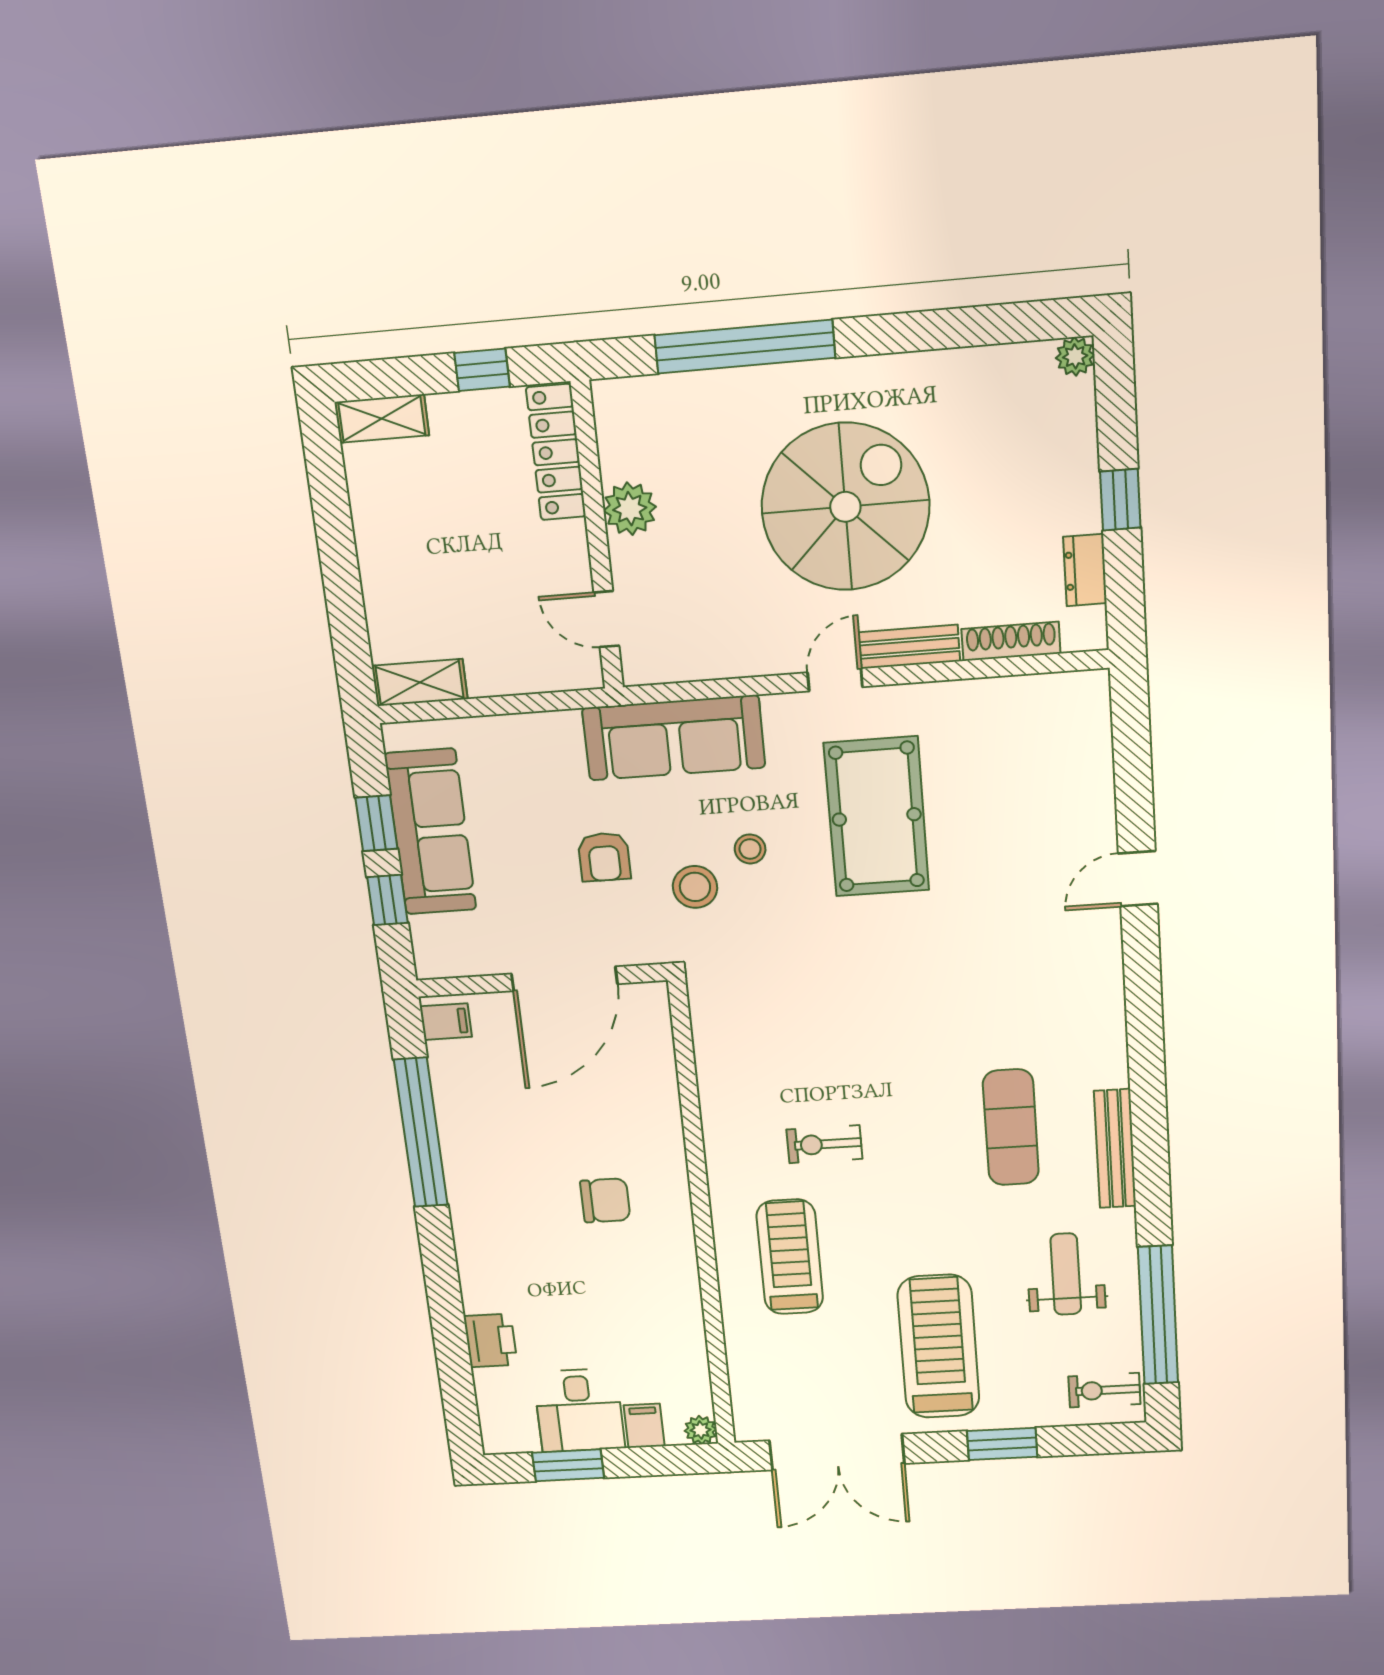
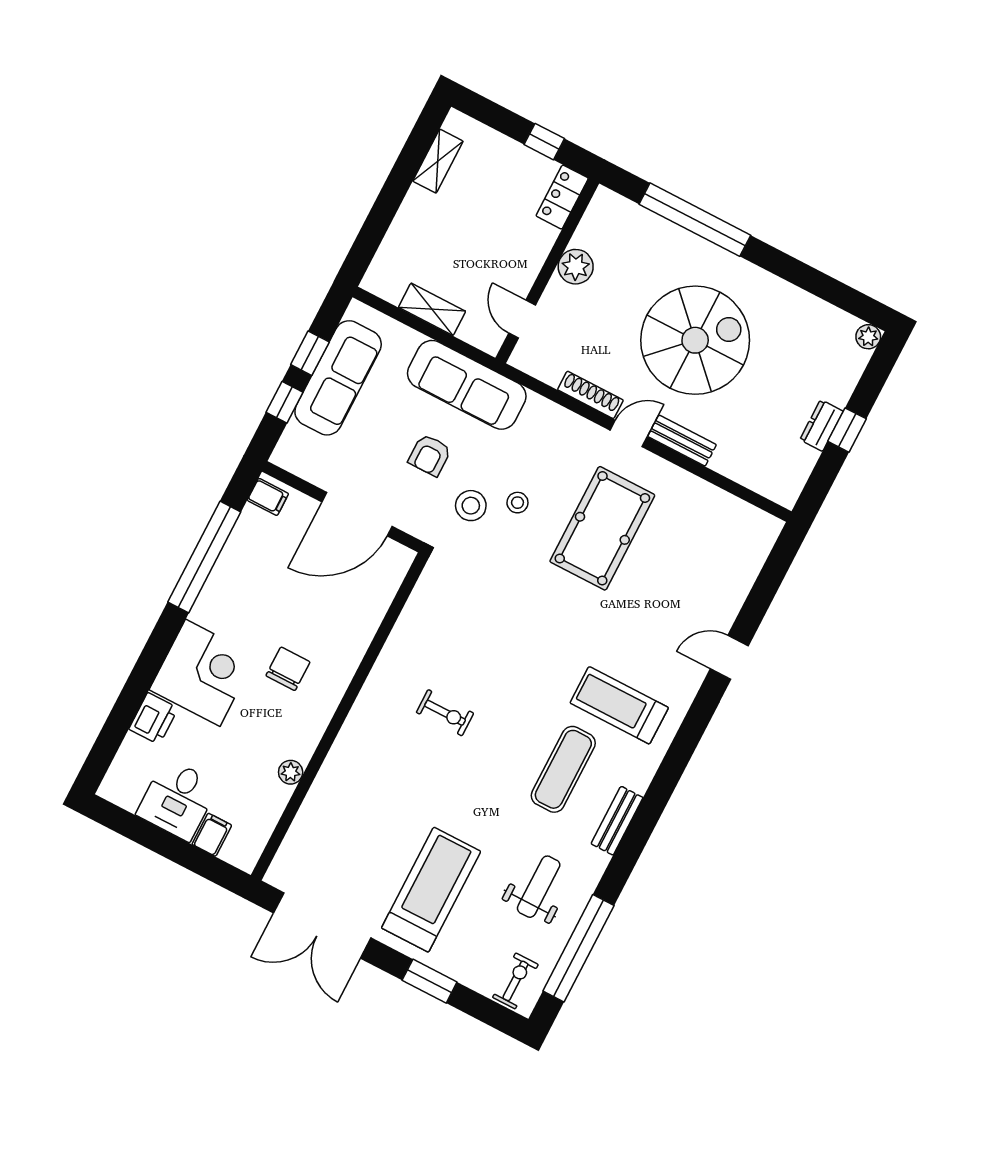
shelving: (382, 419) -> (438, 161), moved, turned 90
locker: (556, 452) -> (562, 197), width x0.66
dresser: (1085, 570) -> (822, 425), moved
shoe rack: (1011, 641) -> (590, 395), moved
shelving: (420, 682) -> (432, 309), moved
sofa: (674, 738) -> (467, 385), moved
exercise bike: (824, 1144) -> (445, 713), turned 180
bench: (1115, 1149) -> (617, 821), width x0.73
chair: (605, 1200) -> (288, 669), turned -90
treadmill: (790, 1257) -> (619, 705), moved, turned -90
corner desk: (510, 1260) -> (203, 673), added
exercise bike: (1104, 1390) -> (515, 981), turned 90
plant: (701, 1430) -> (291, 772), moved
window: (568, 1465) -> (145, 834), removed

